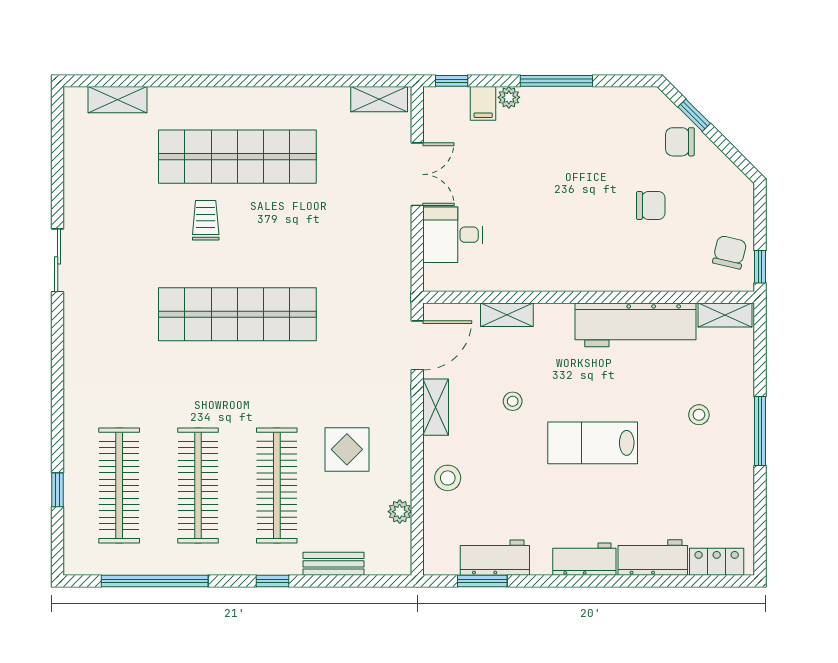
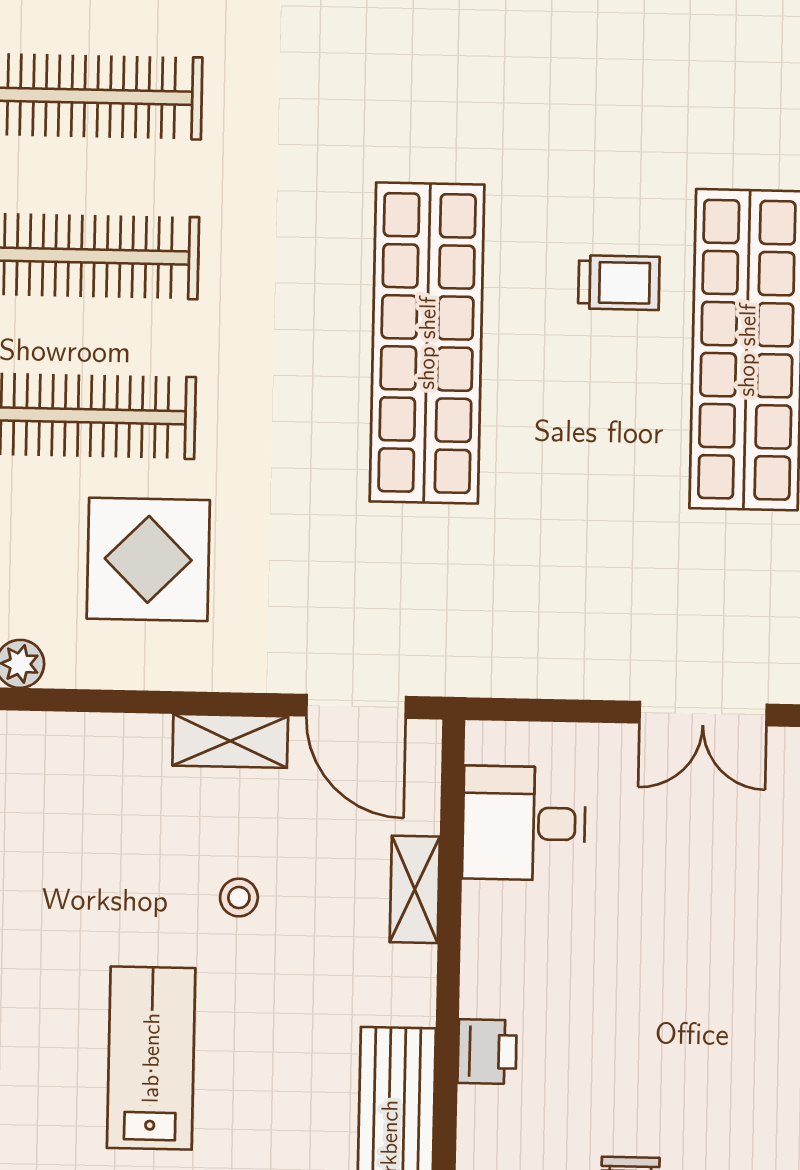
desk: (453, 235) -> (524, 823), moved, turned -90
printer: (586, 277) -> (487, 1052), added
display table: (347, 449) -> (148, 559), width x1.36, depth x1.36
stool: (448, 478) -> (86, 763), removed

